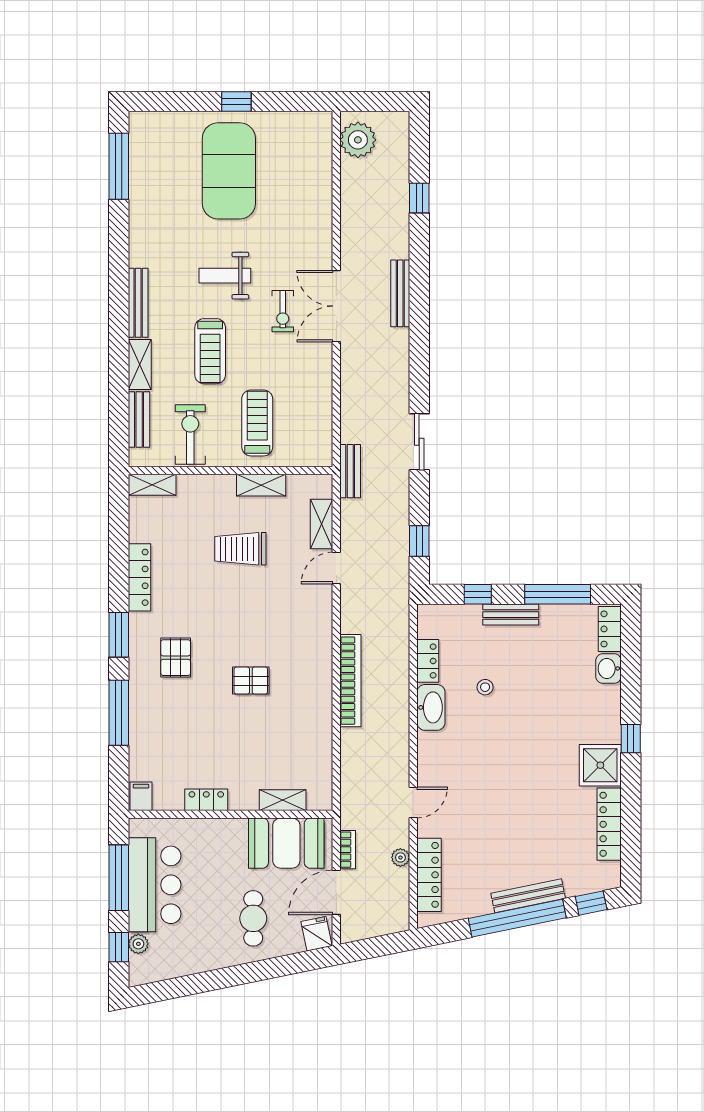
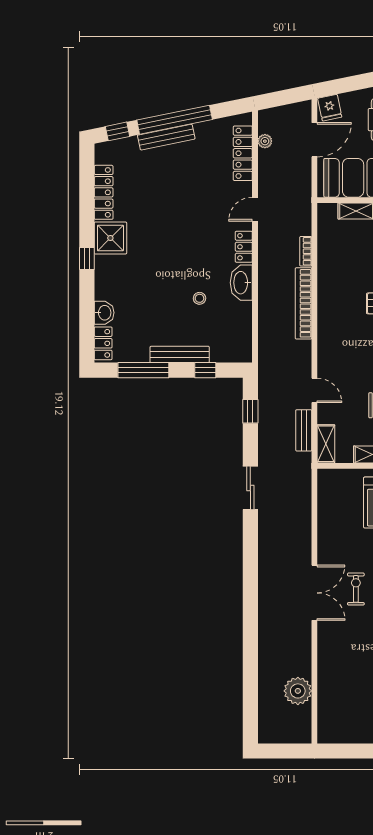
plant: (358, 140) -> (298, 691), moved
window: (419, 198) -> (250, 676), removed
bench: (400, 293) -> (265, 603), removed
bench: (350, 471) -> (304, 430), moved
shelving: (322, 524) -> (326, 444), moved
door: (336, 568) -> (314, 390), hinge flipped
bench: (511, 615) -> (180, 354), width x1.36
locker: (428, 661) -> (244, 247), moved
bookcase: (348, 850) -> (306, 251), moved
plant: (400, 857) -> (265, 141), moved

